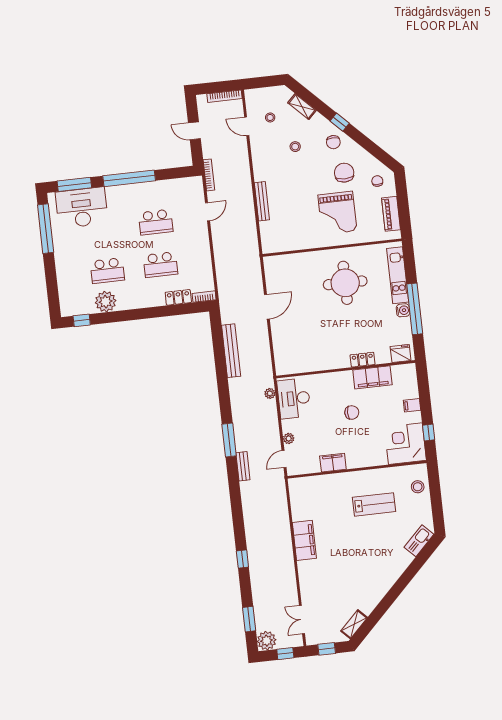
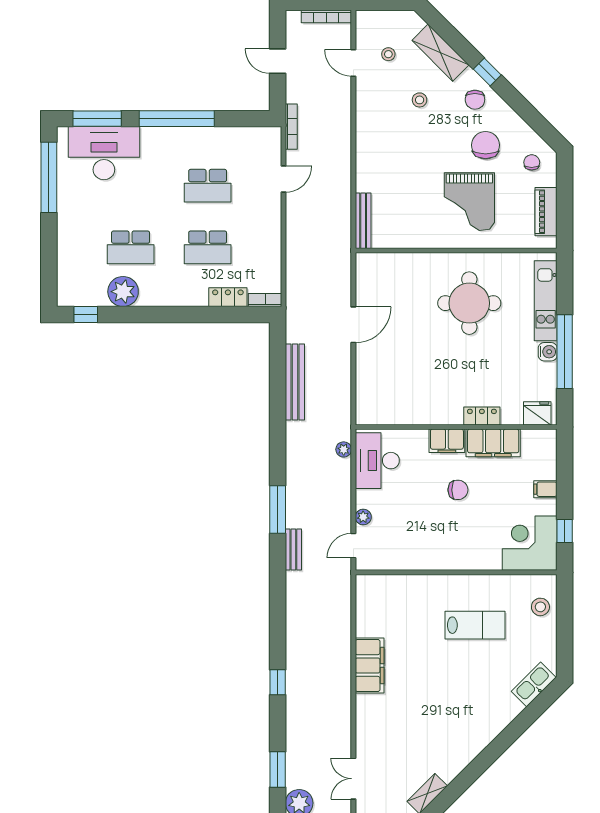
shelving: (302, 107) -> (440, 53), width x1.50, depth x1.33
bench: (262, 201) -> (363, 221), moved
filing cabinet: (333, 463) -> (447, 441), moved, turned 180

